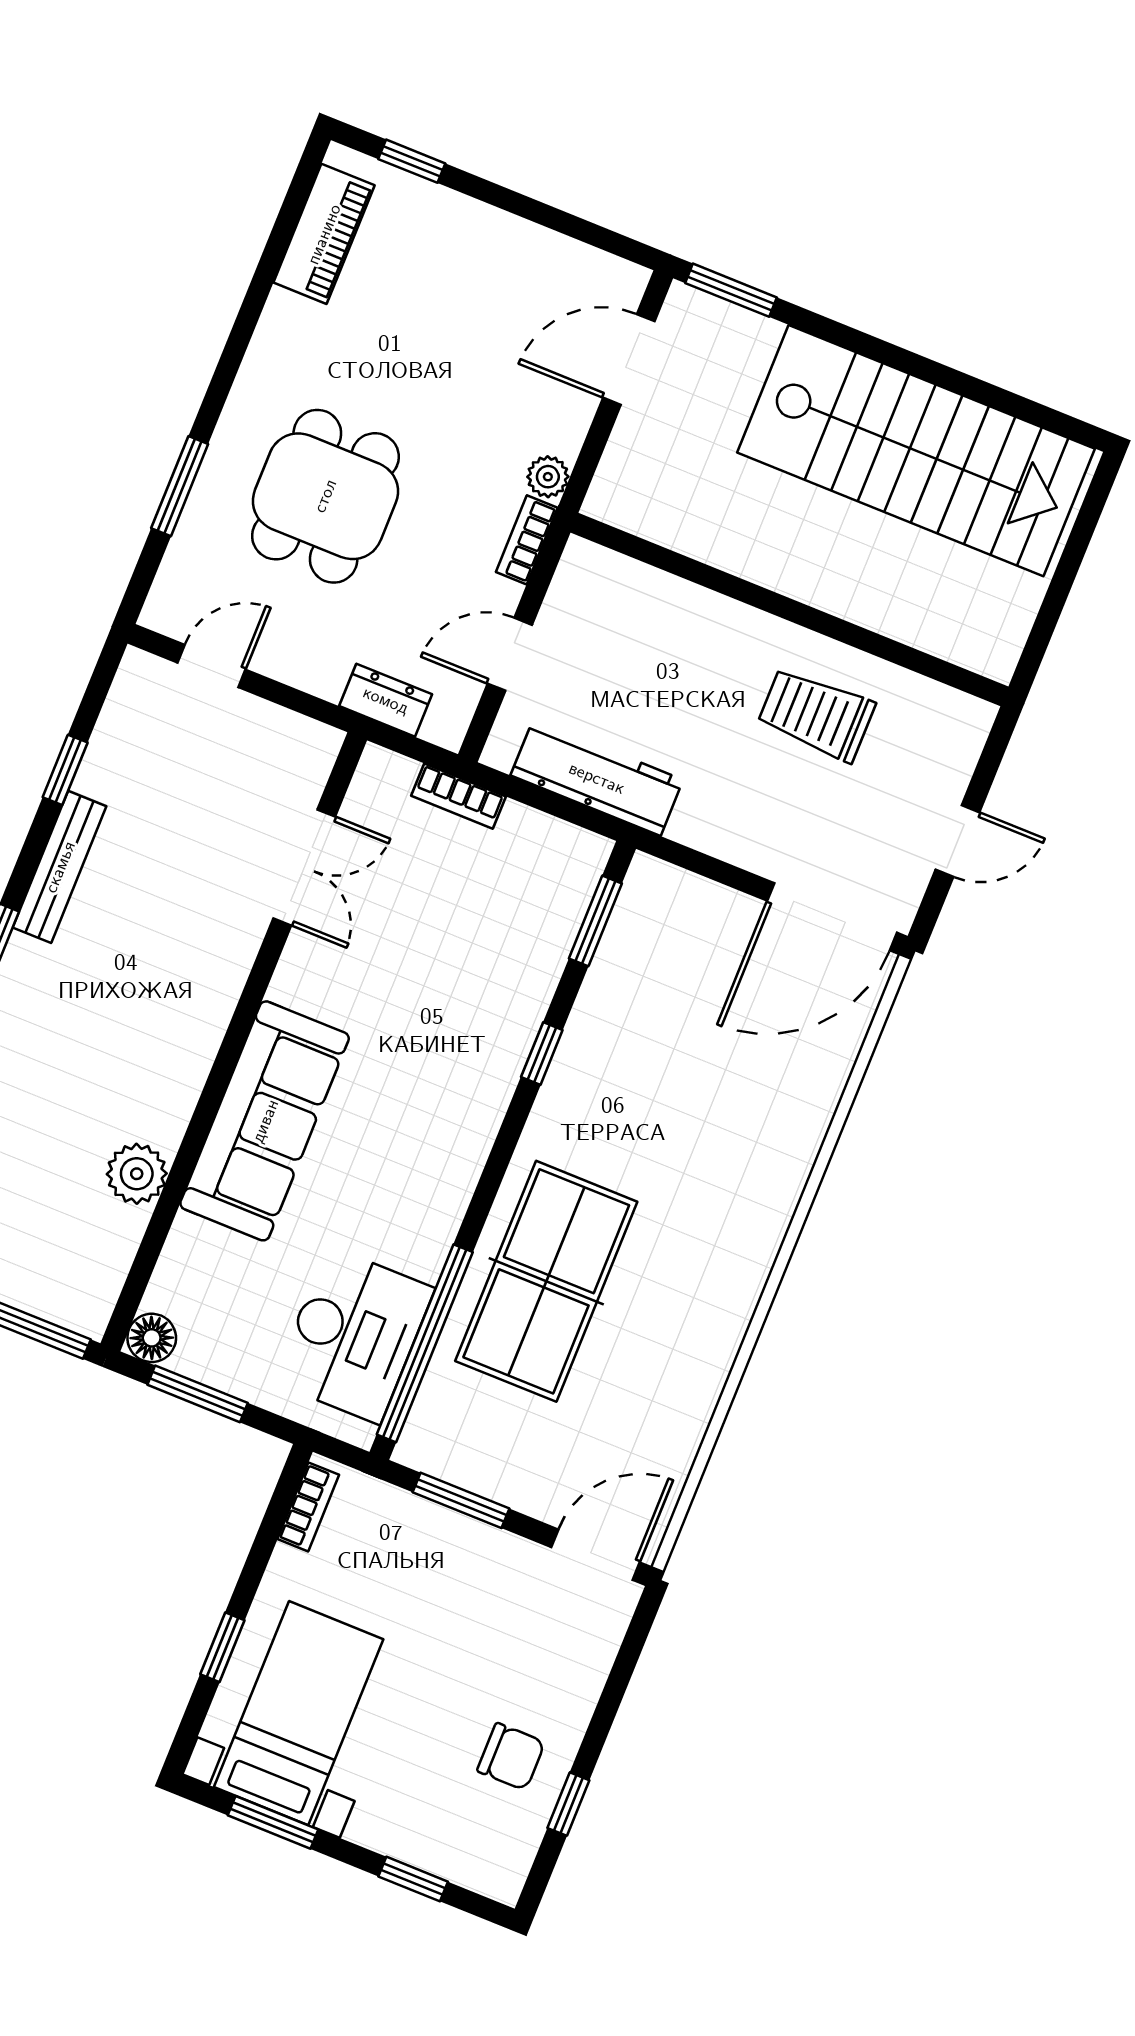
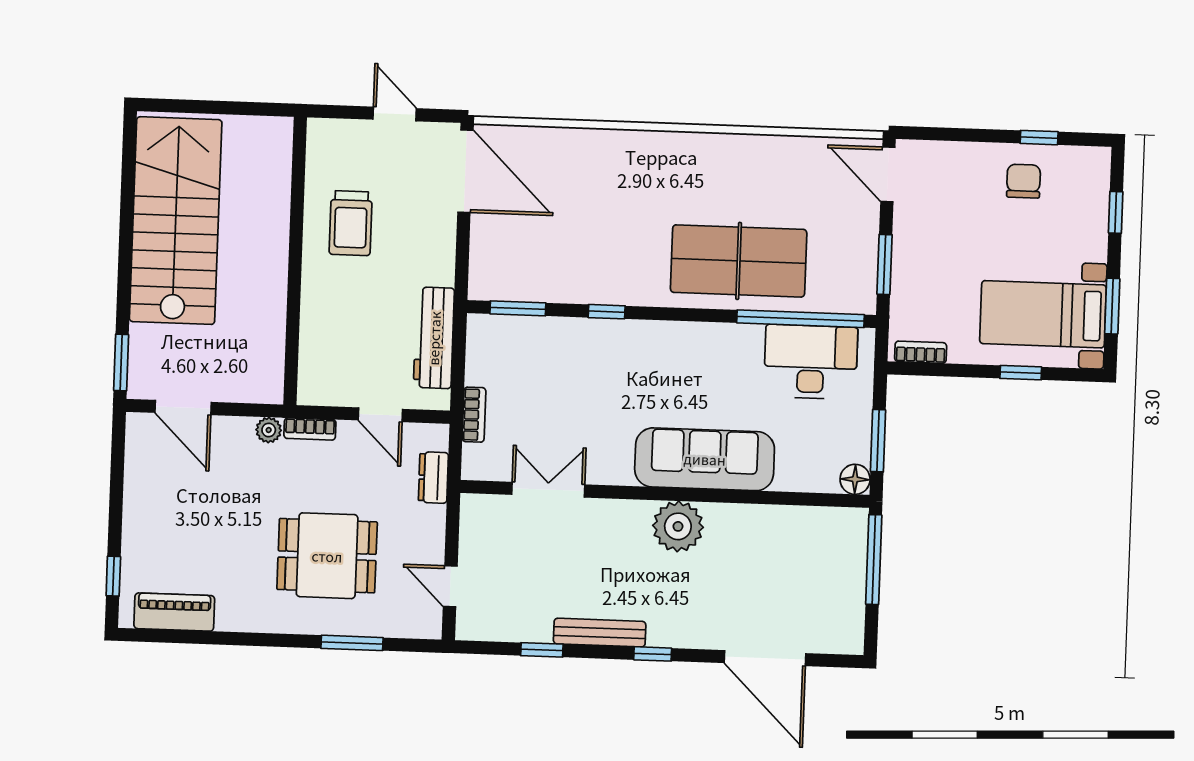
plant: (137, 1174) -> (678, 526), moved, width x1.36, depth x1.36

